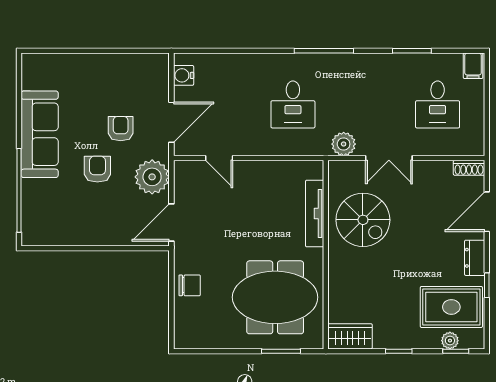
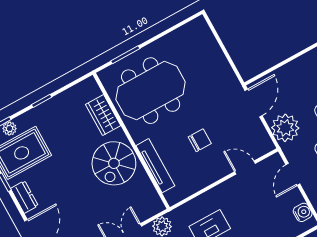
door: (171, 122) -> (293, 174), width x0.73
spiral stairs: (363, 220) -> (114, 163), moved, turned -90
chair: (190, 285) -> (200, 140), moved, turned 180
wardrobe: (350, 336) -> (103, 115), moved, turned 90

